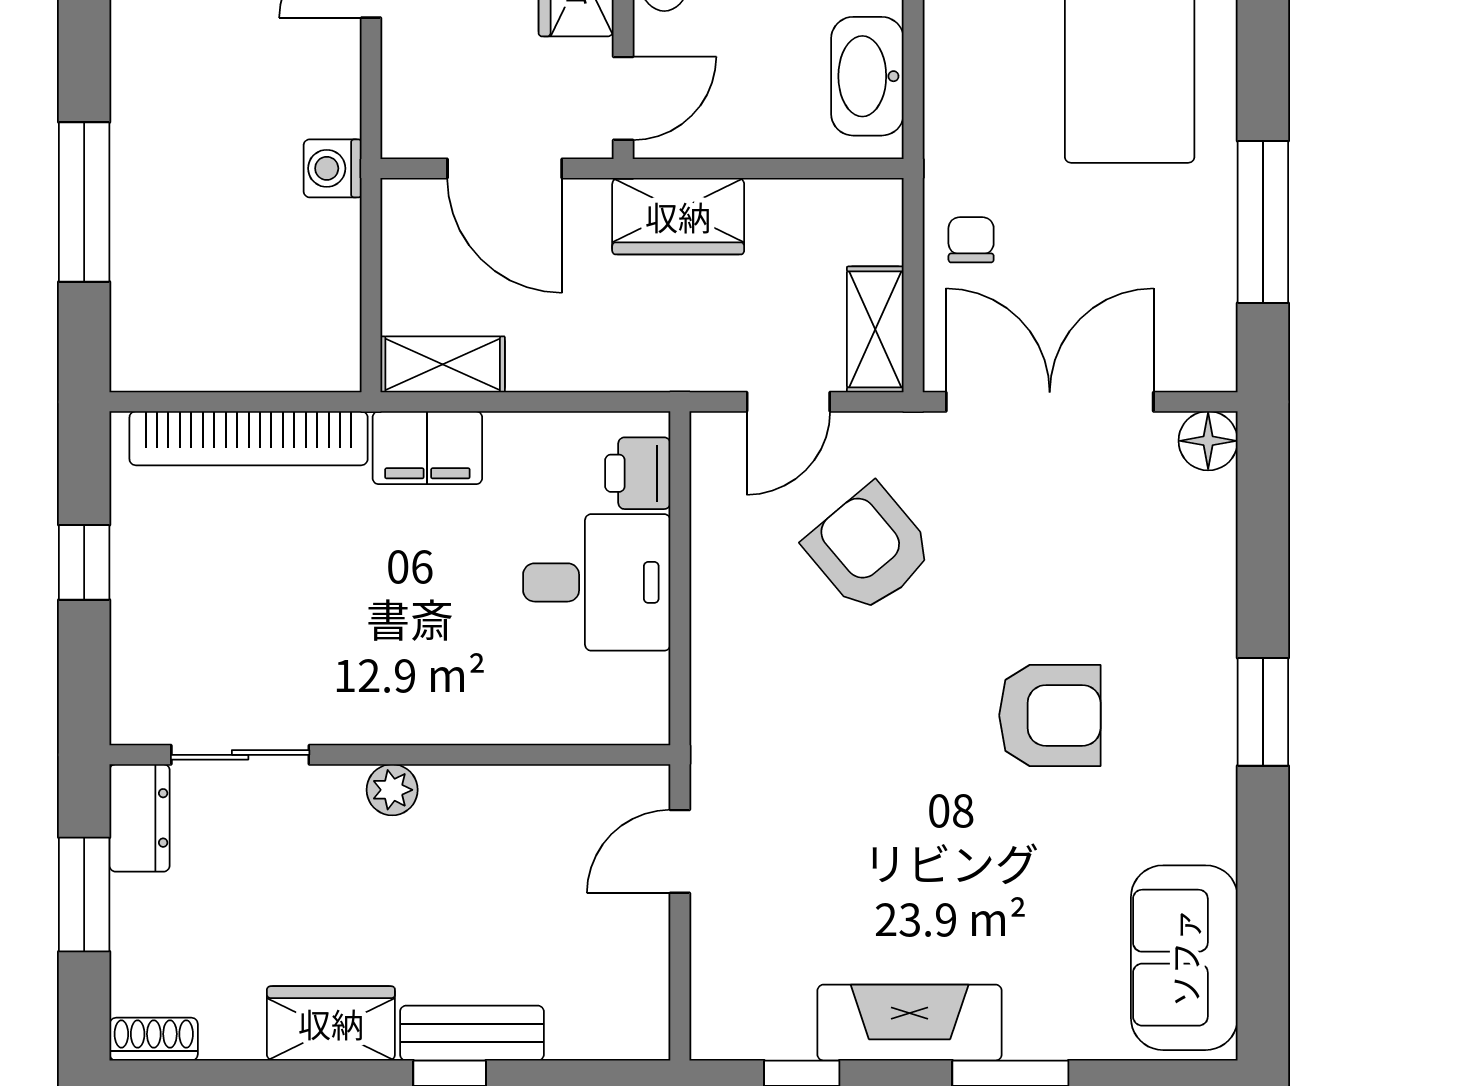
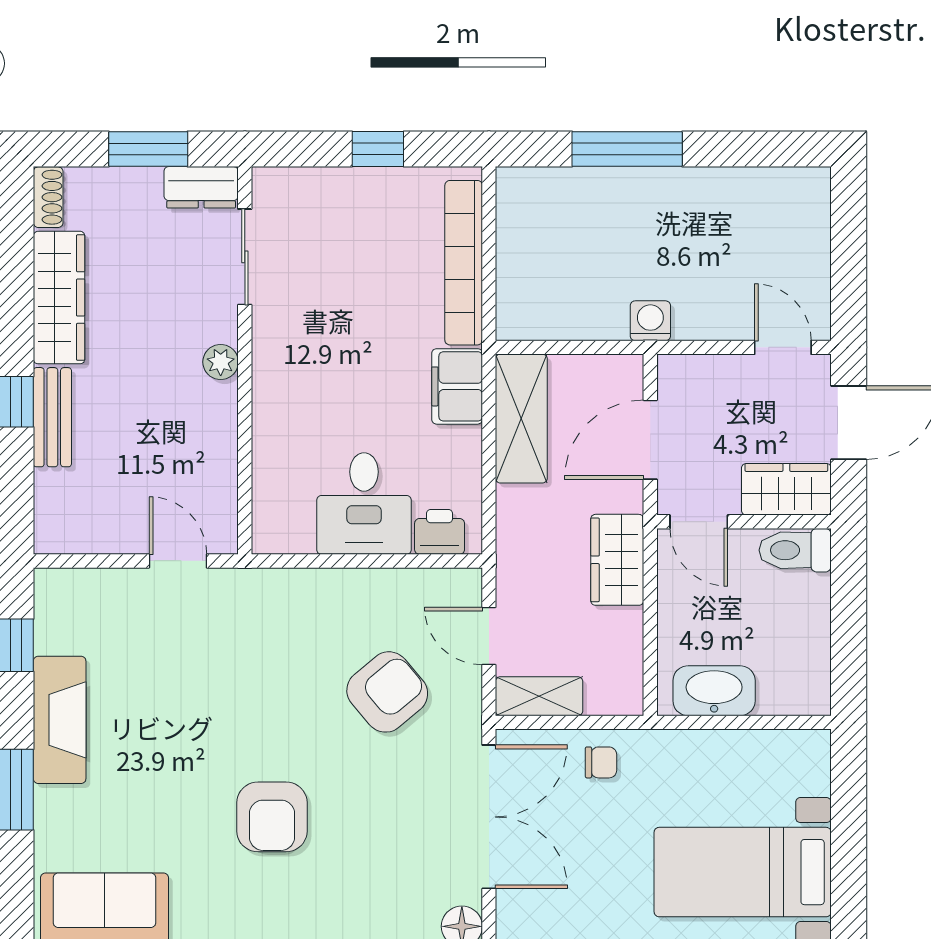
shelving: (443, 364) -> (521, 419), width x1.50, depth x1.33
wardrobe: (331, 1023) -> (59, 298), width x1.50

